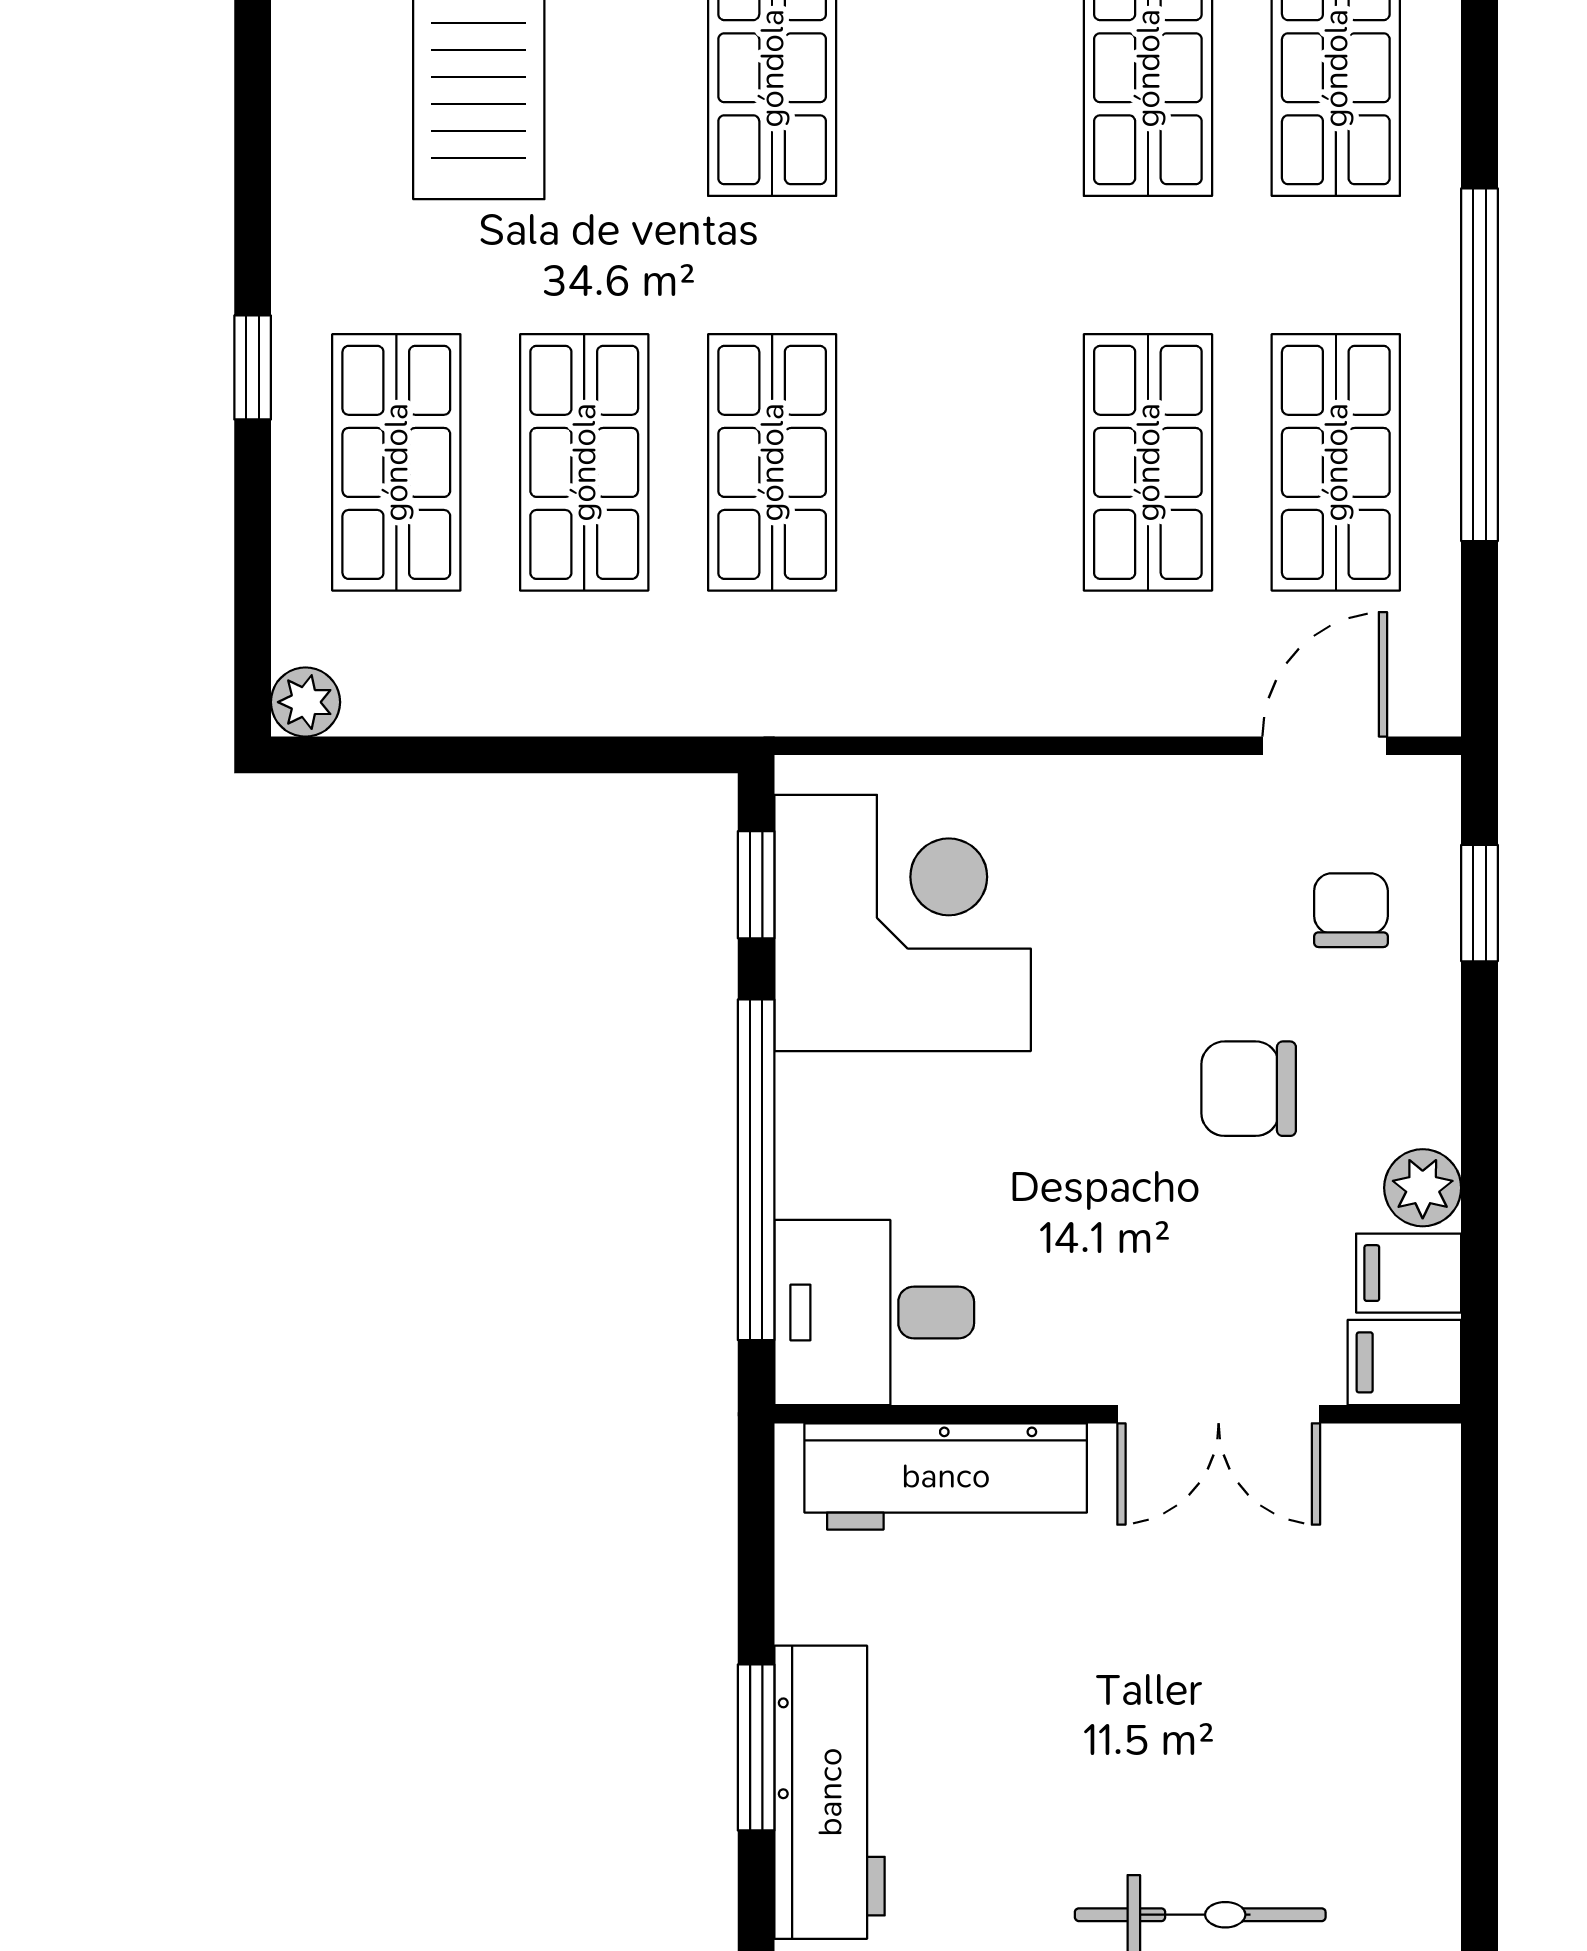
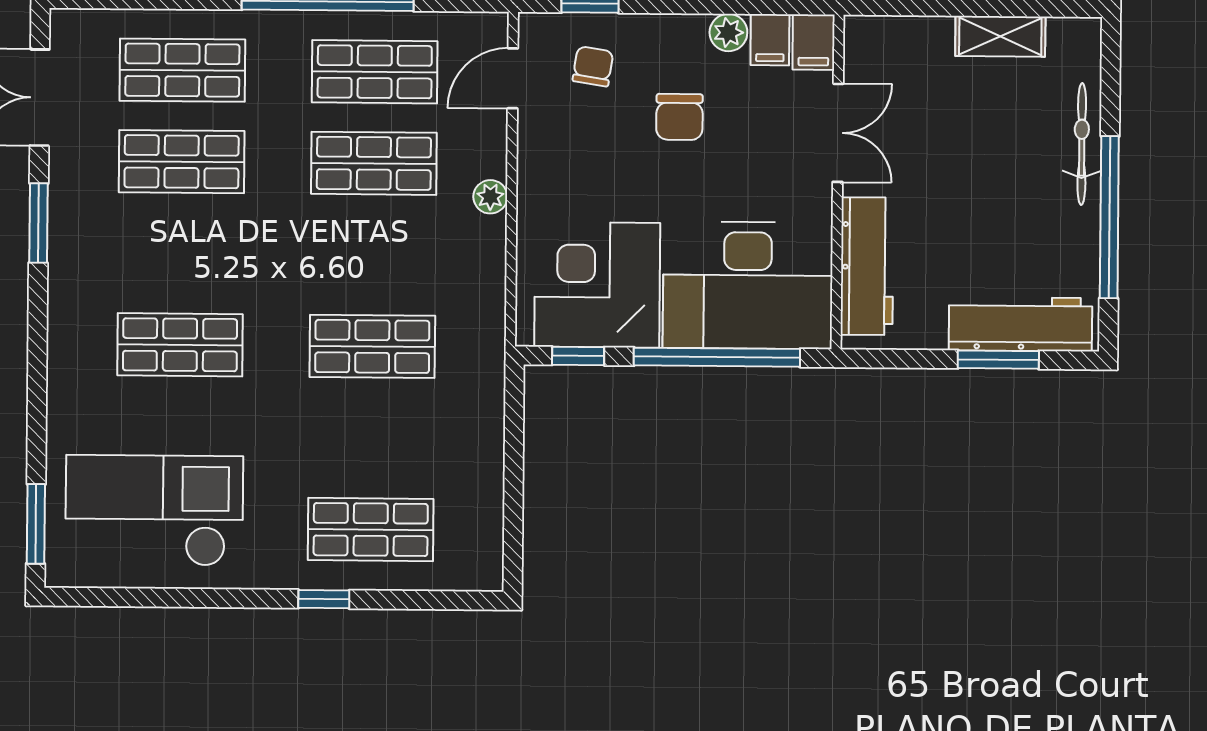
shop shelf: (584, 462) -> (371, 438), removed
plant: (305, 702) -> (490, 197), moved
door: (1325, 746) -> (513, 78), hinge flipped
chair: (1351, 910) -> (593, 66), turned 99
desk: (874, 1312) -> (748, 285), width x1.87, depth x1.30
shelving: (1420, 1746) -> (1000, 36), added

